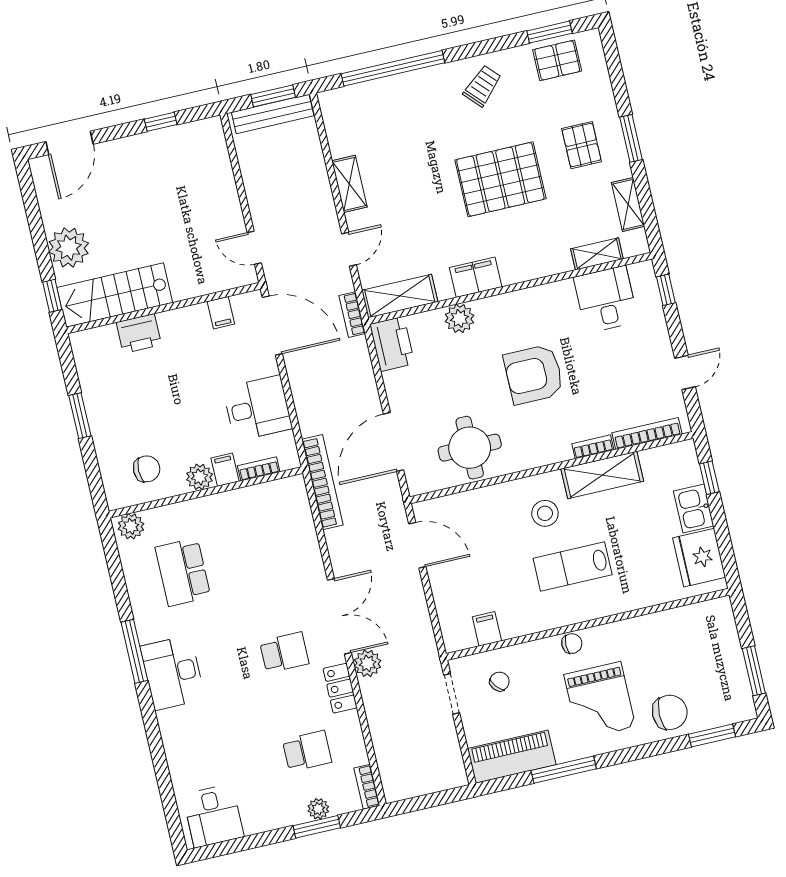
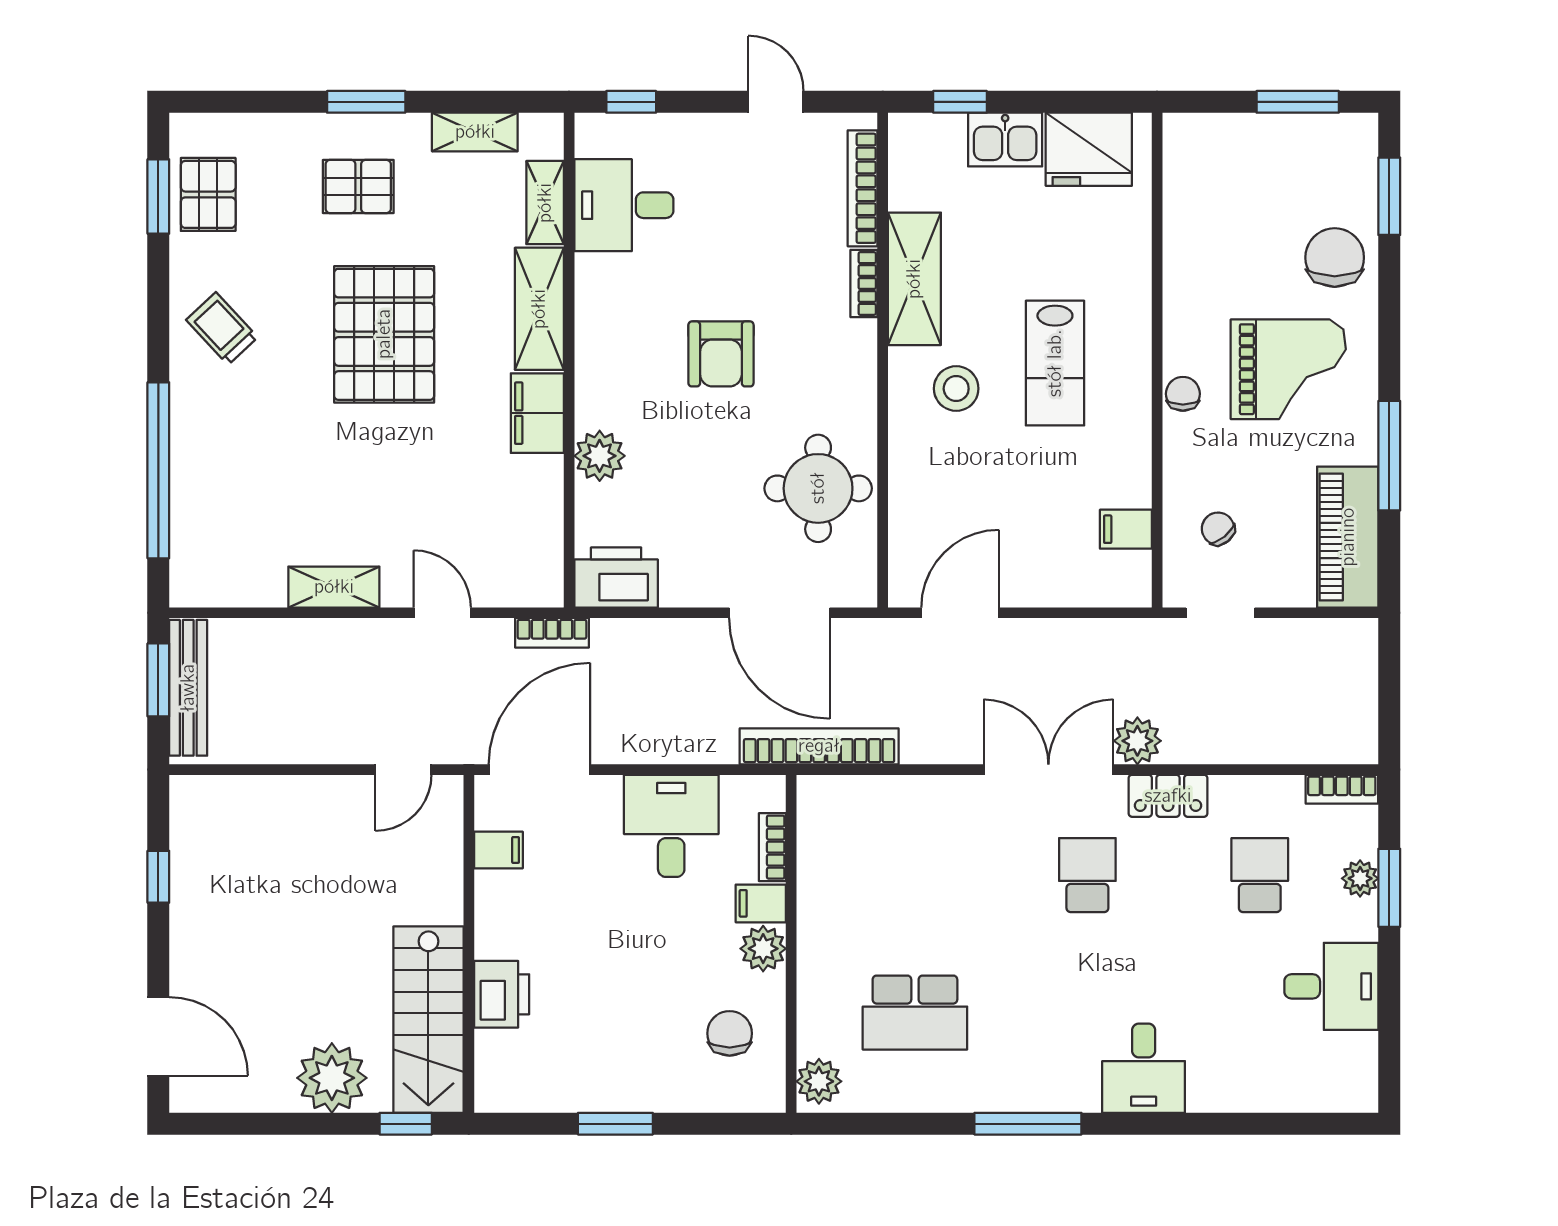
shelving: (400, 296) -> (539, 309), moved
armchair: (534, 374) -> (721, 354), width x0.73, depth x0.73
desk: (173, 673) -> (1144, 1068), moved, width x0.73
desk: (213, 816) -> (1331, 986), moved

